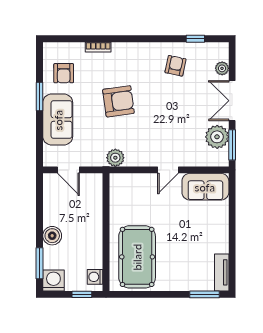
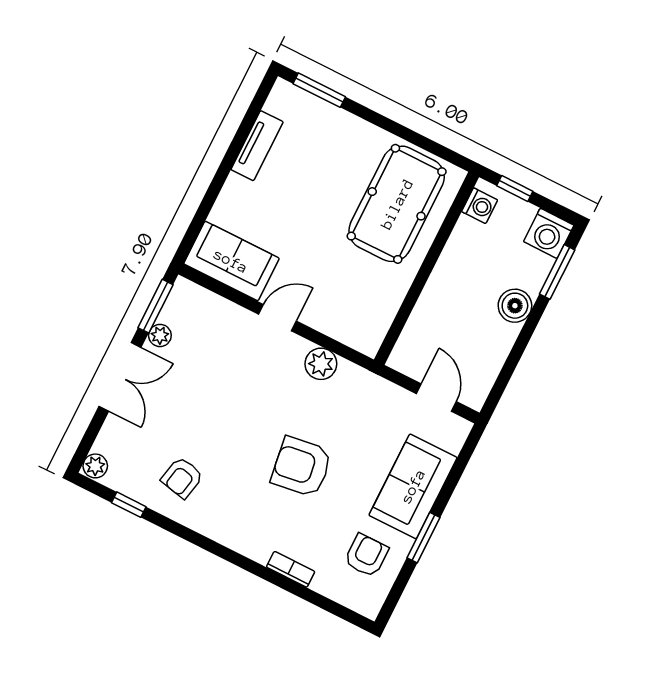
plant: (222, 68) -> (95, 466), moved
plant: (217, 137) -> (160, 335), width x0.53, depth x0.53
plant: (115, 158) -> (321, 364), moved
tv unit: (222, 272) -> (257, 146), moved

